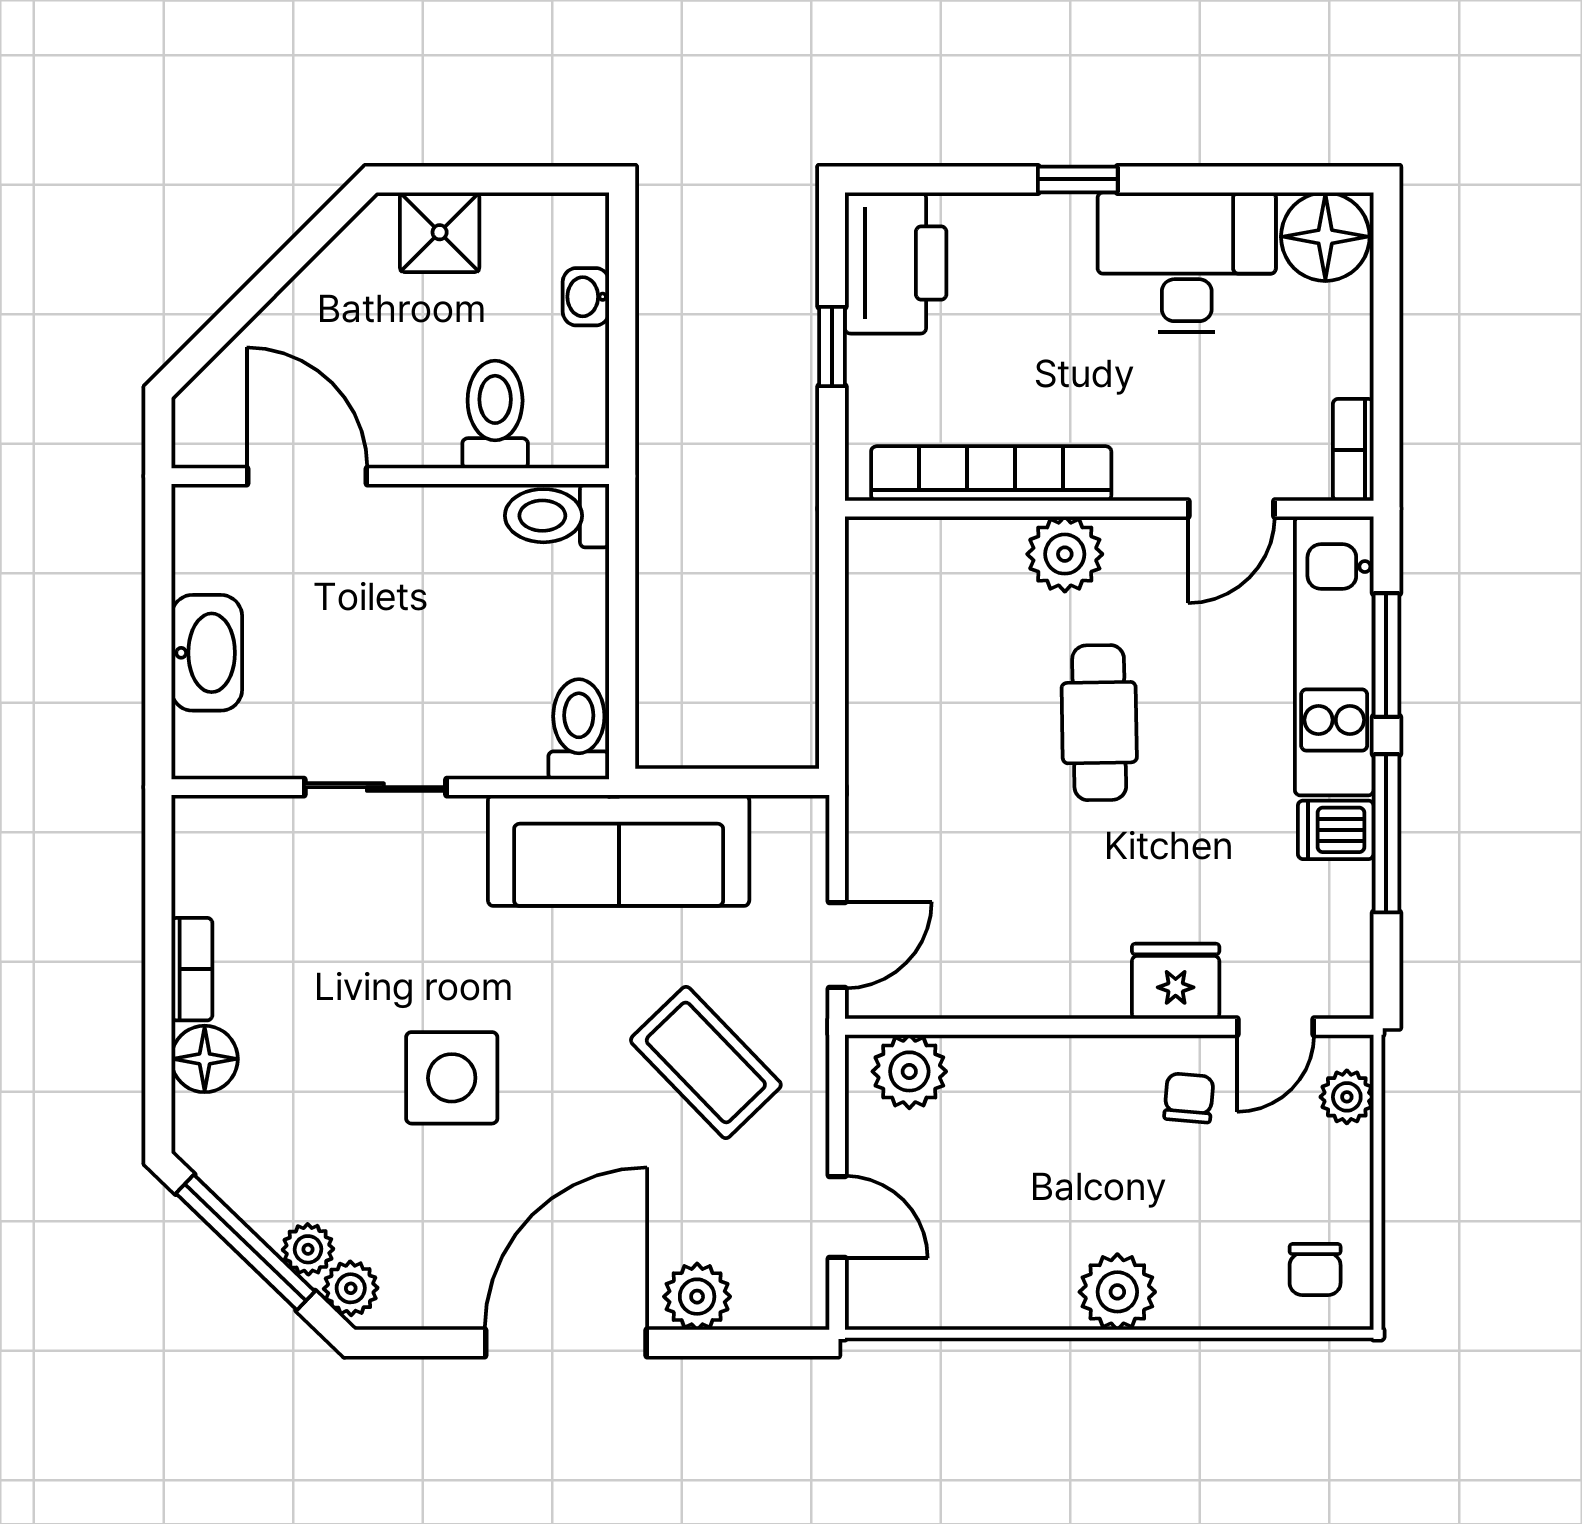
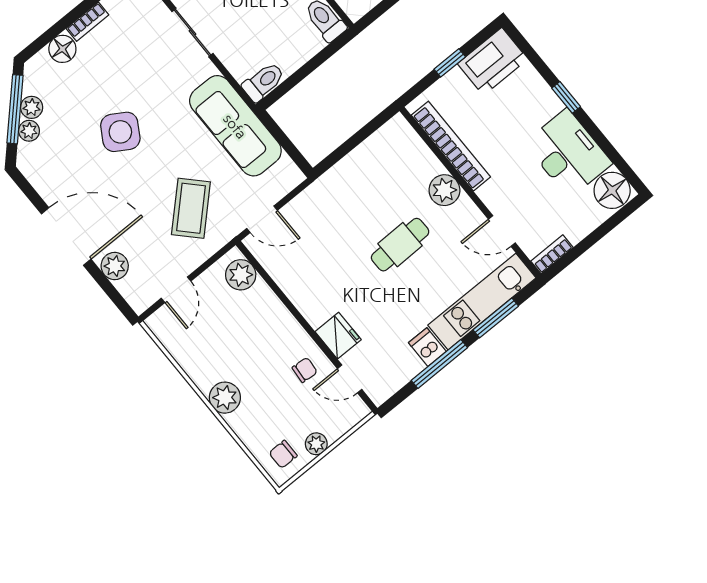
side table: (452, 1078) -> (120, 132), turned 31
plant: (1347, 1097) -> (316, 444), moved
plant: (351, 1288) -> (32, 107), moved

